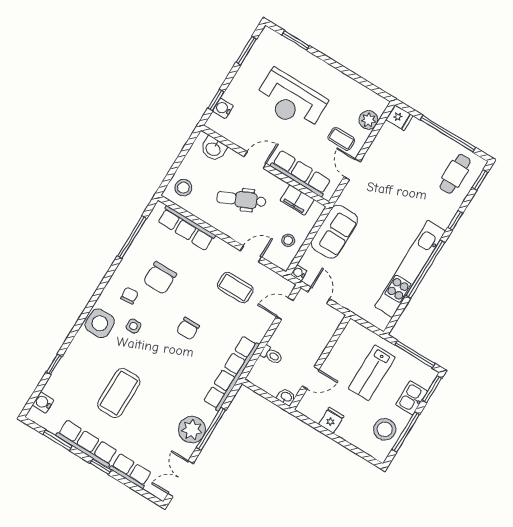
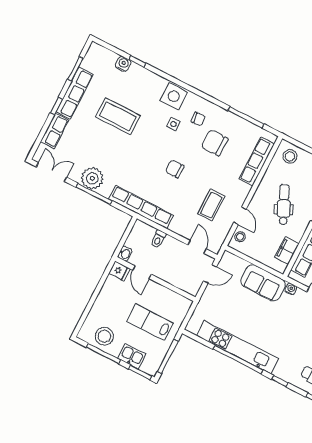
stool: (288, 240) -> (240, 237), moved
water cooler: (299, 273) -> (291, 289), moved
water cooler: (43, 402) -> (123, 64), moved
fridge: (331, 420) -> (119, 271), moved

